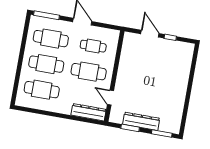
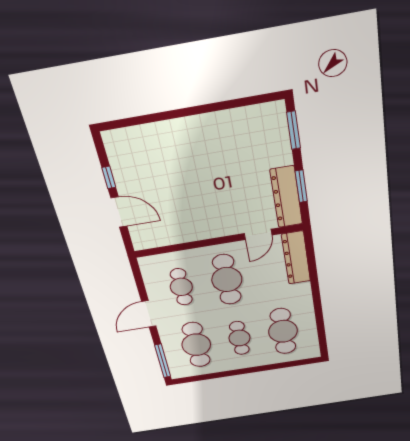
door: (150, 34) -> (119, 212), swing flipped
cafe table: (46, 64) -> (239, 338), width x0.73, depth x0.74
dresser: (141, 121) -> (286, 197), moved

